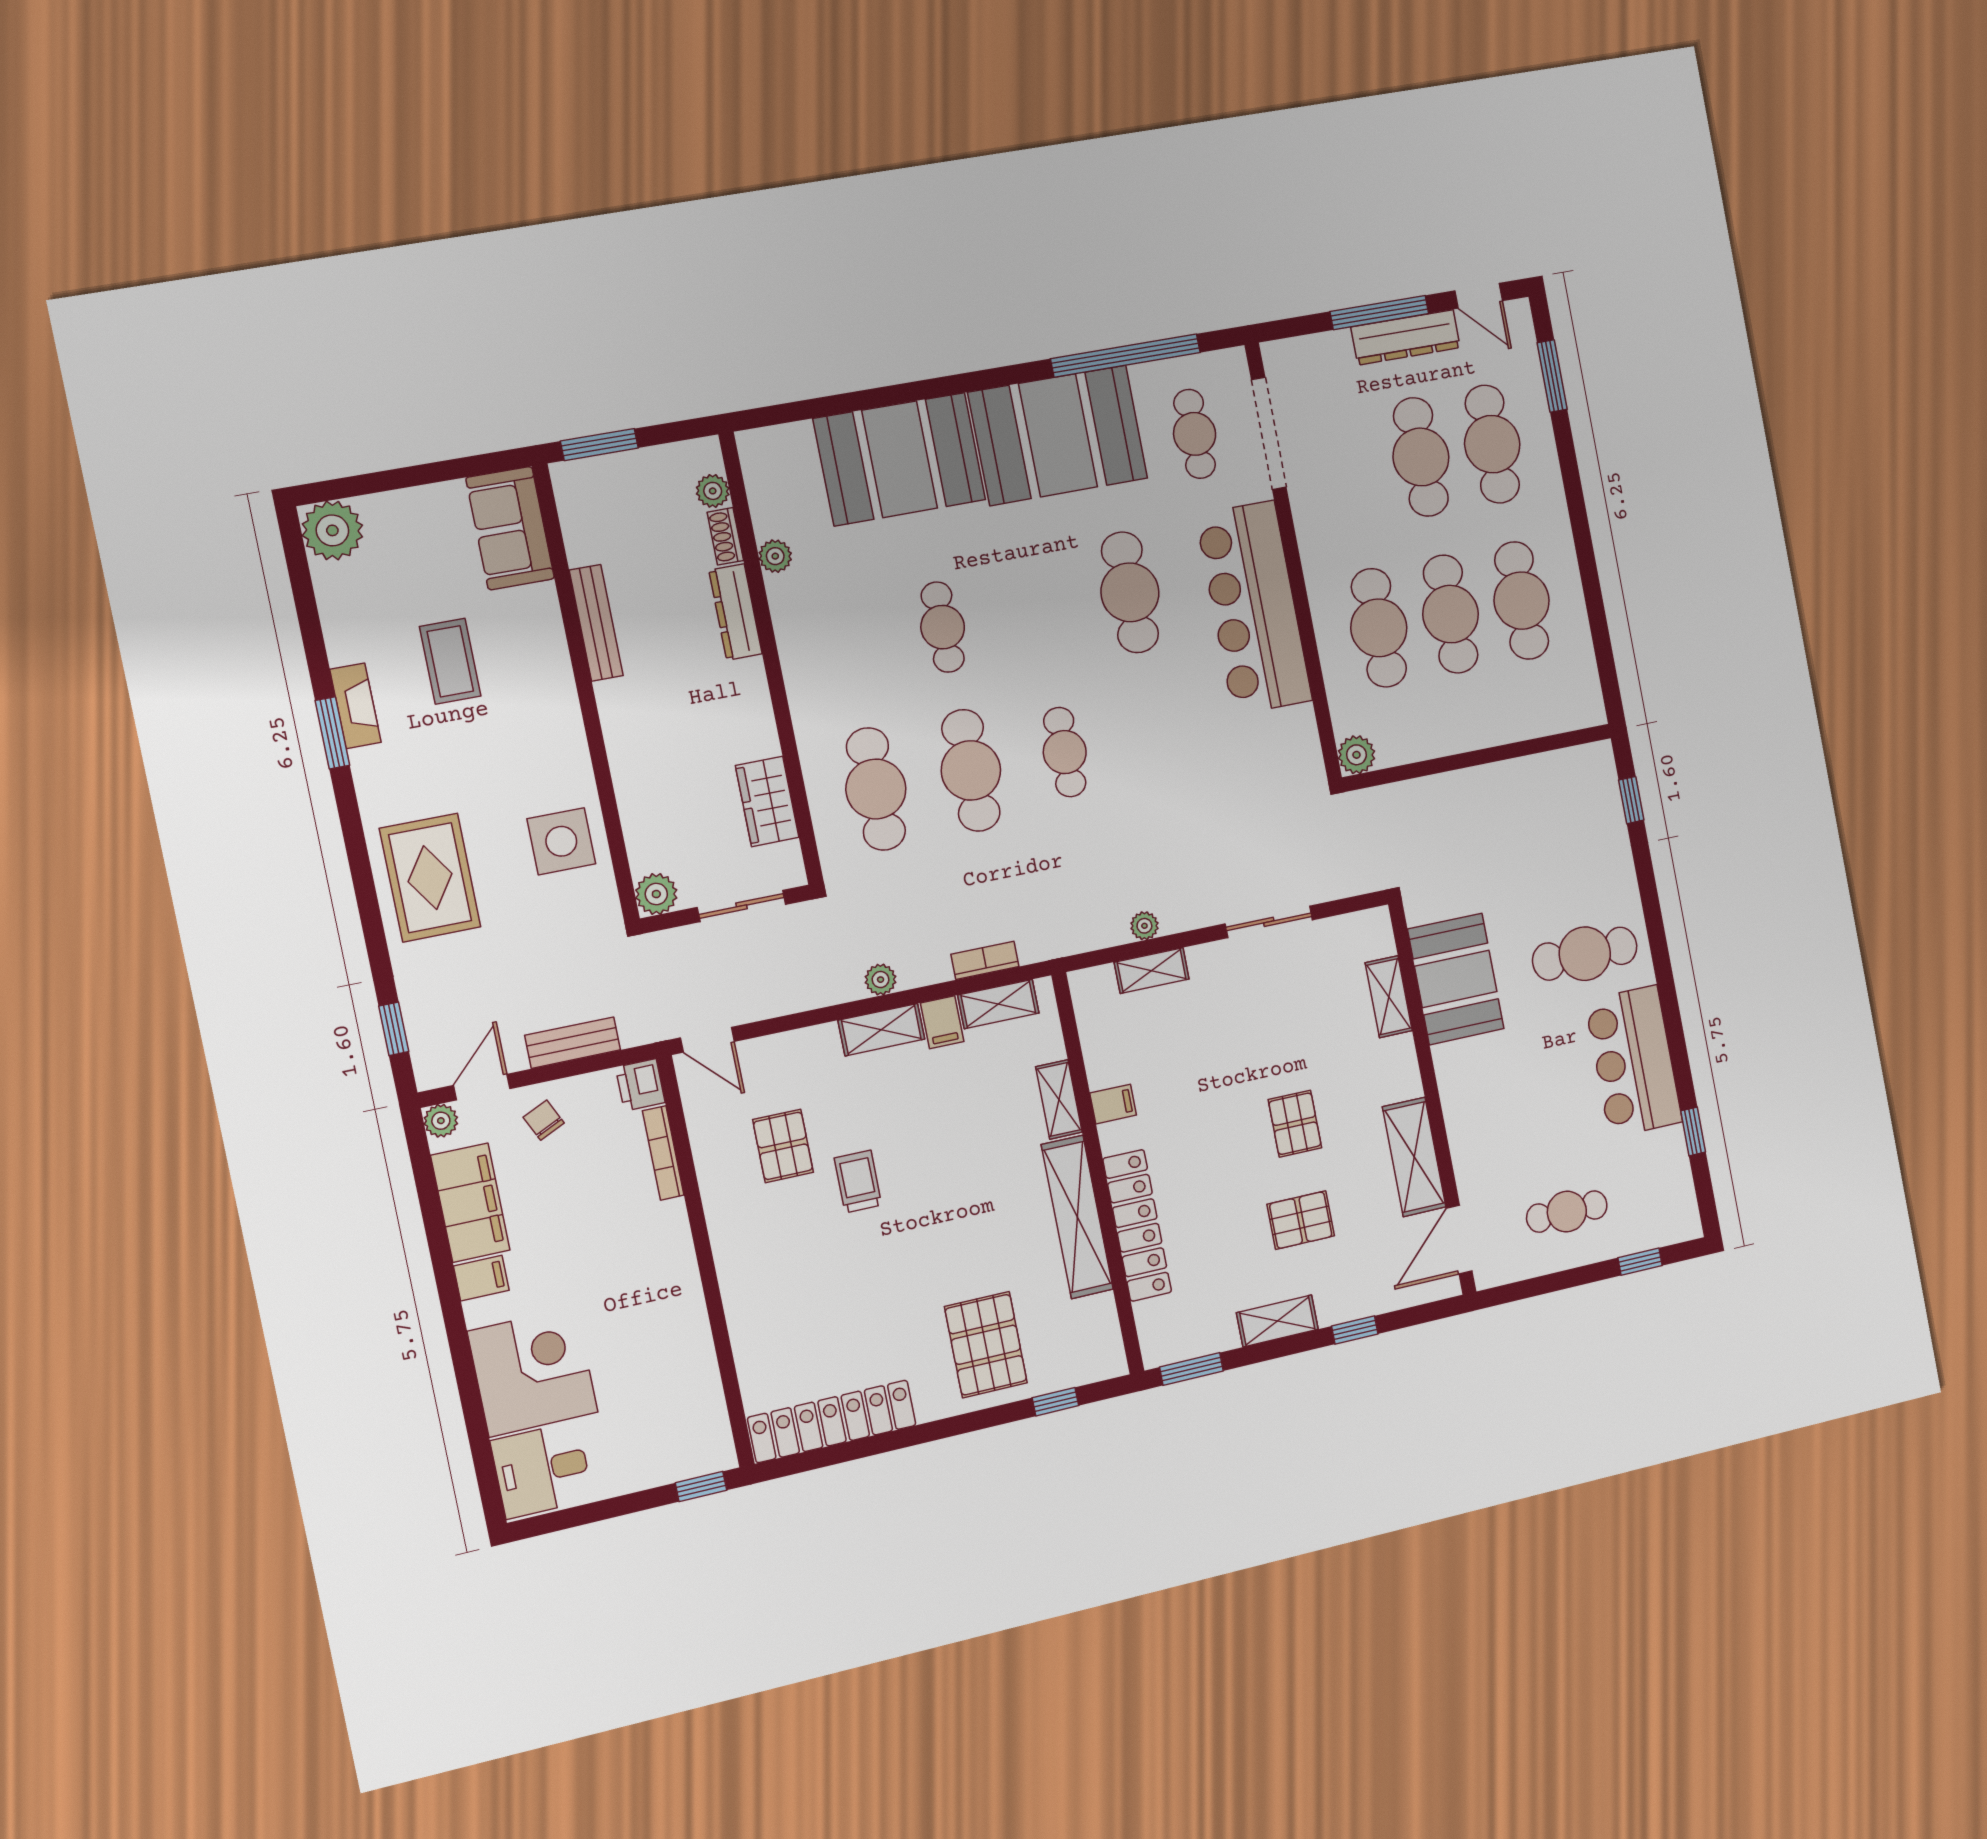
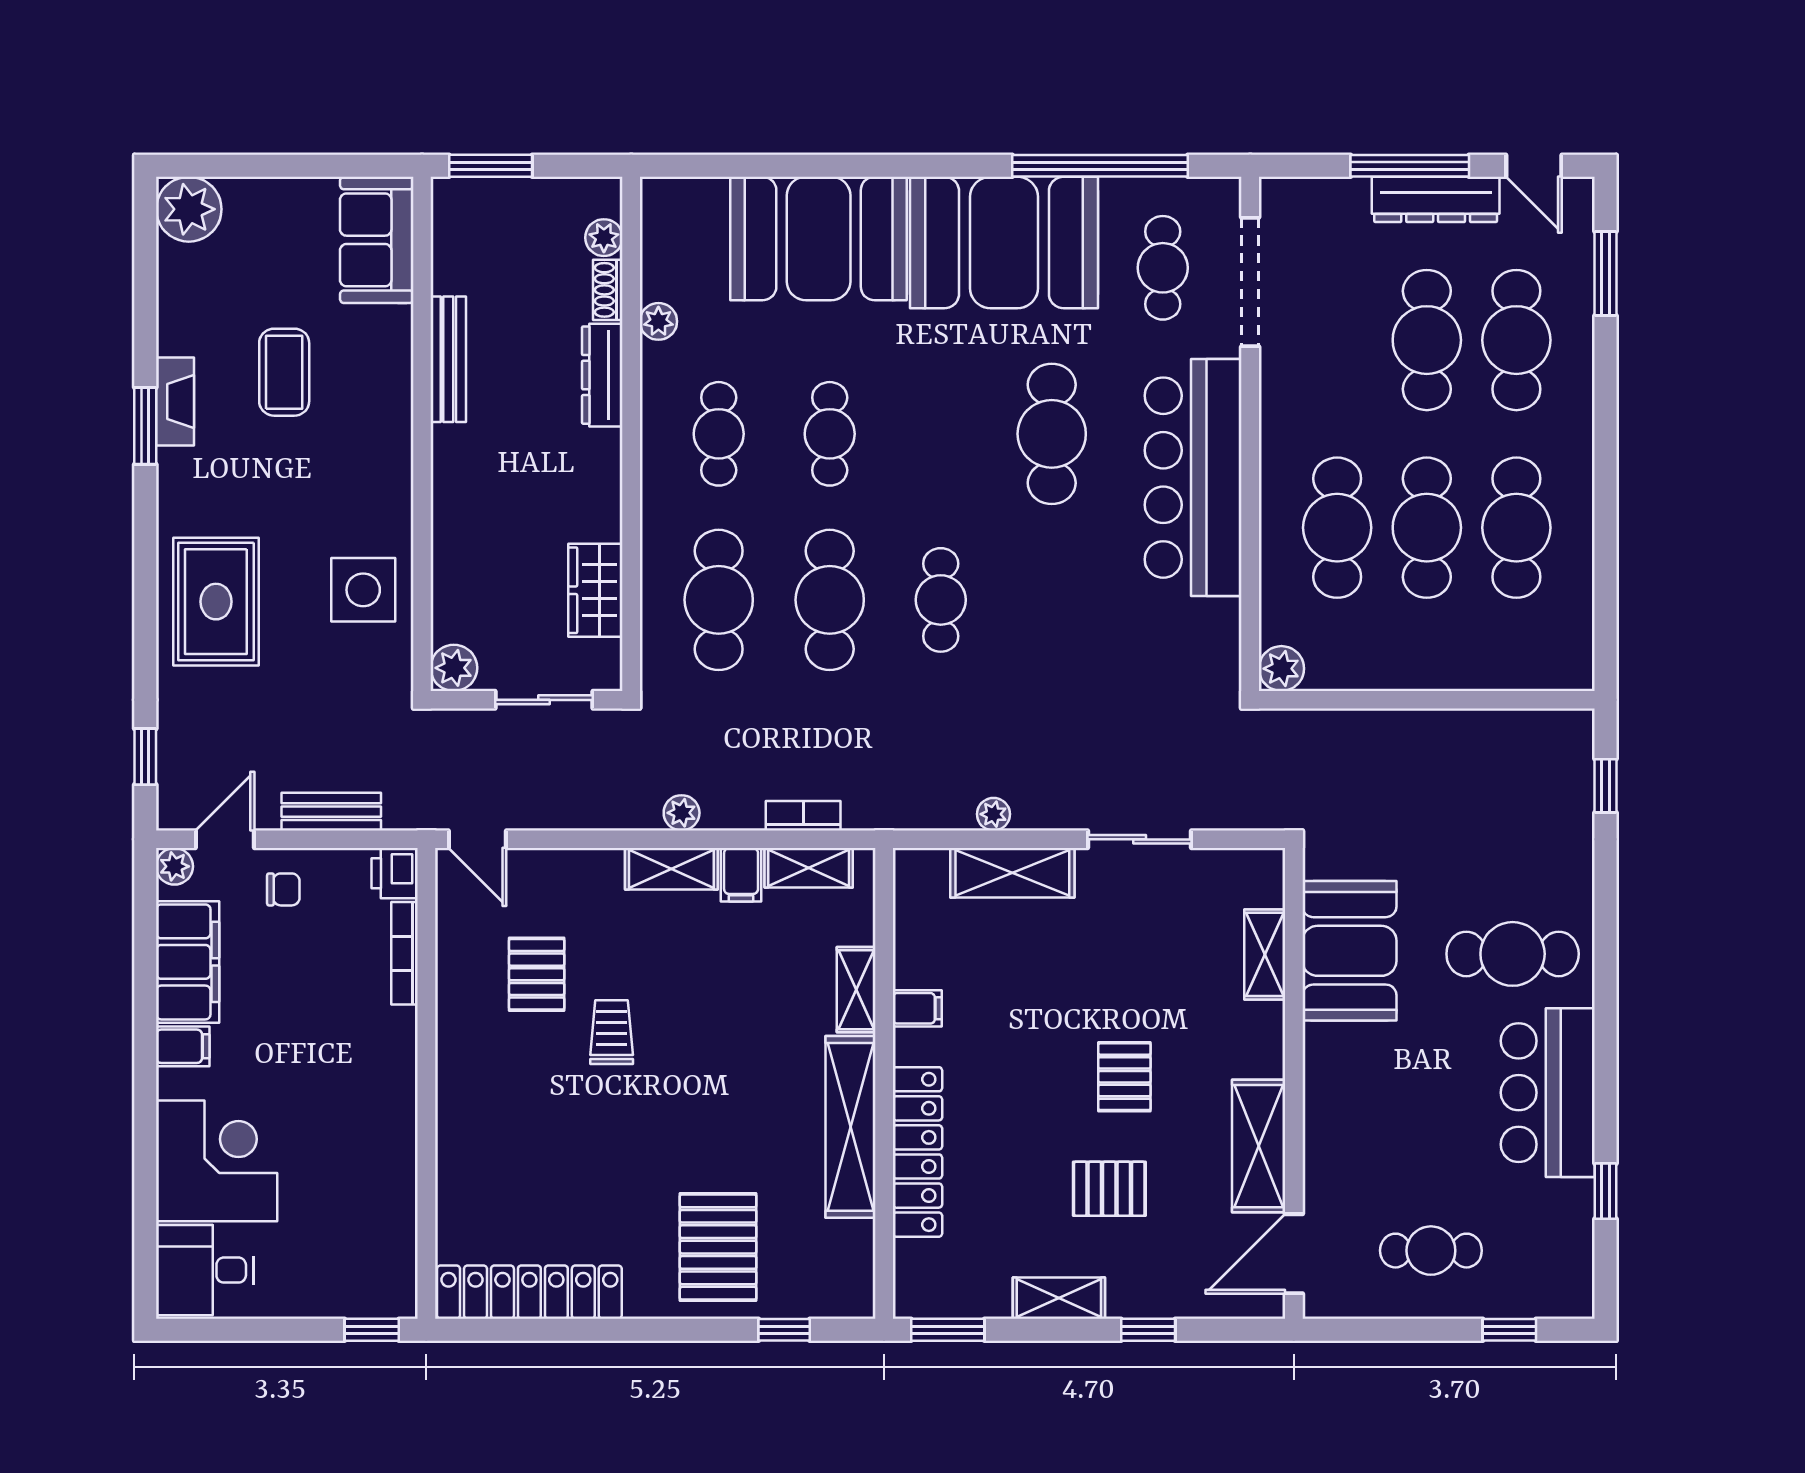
cafe table: (847, 645) -> (719, 434), added
shelving: (1152, 971) -> (1012, 873), width x1.50, depth x1.33
chair: (544, 1120) -> (283, 889), turned 115

